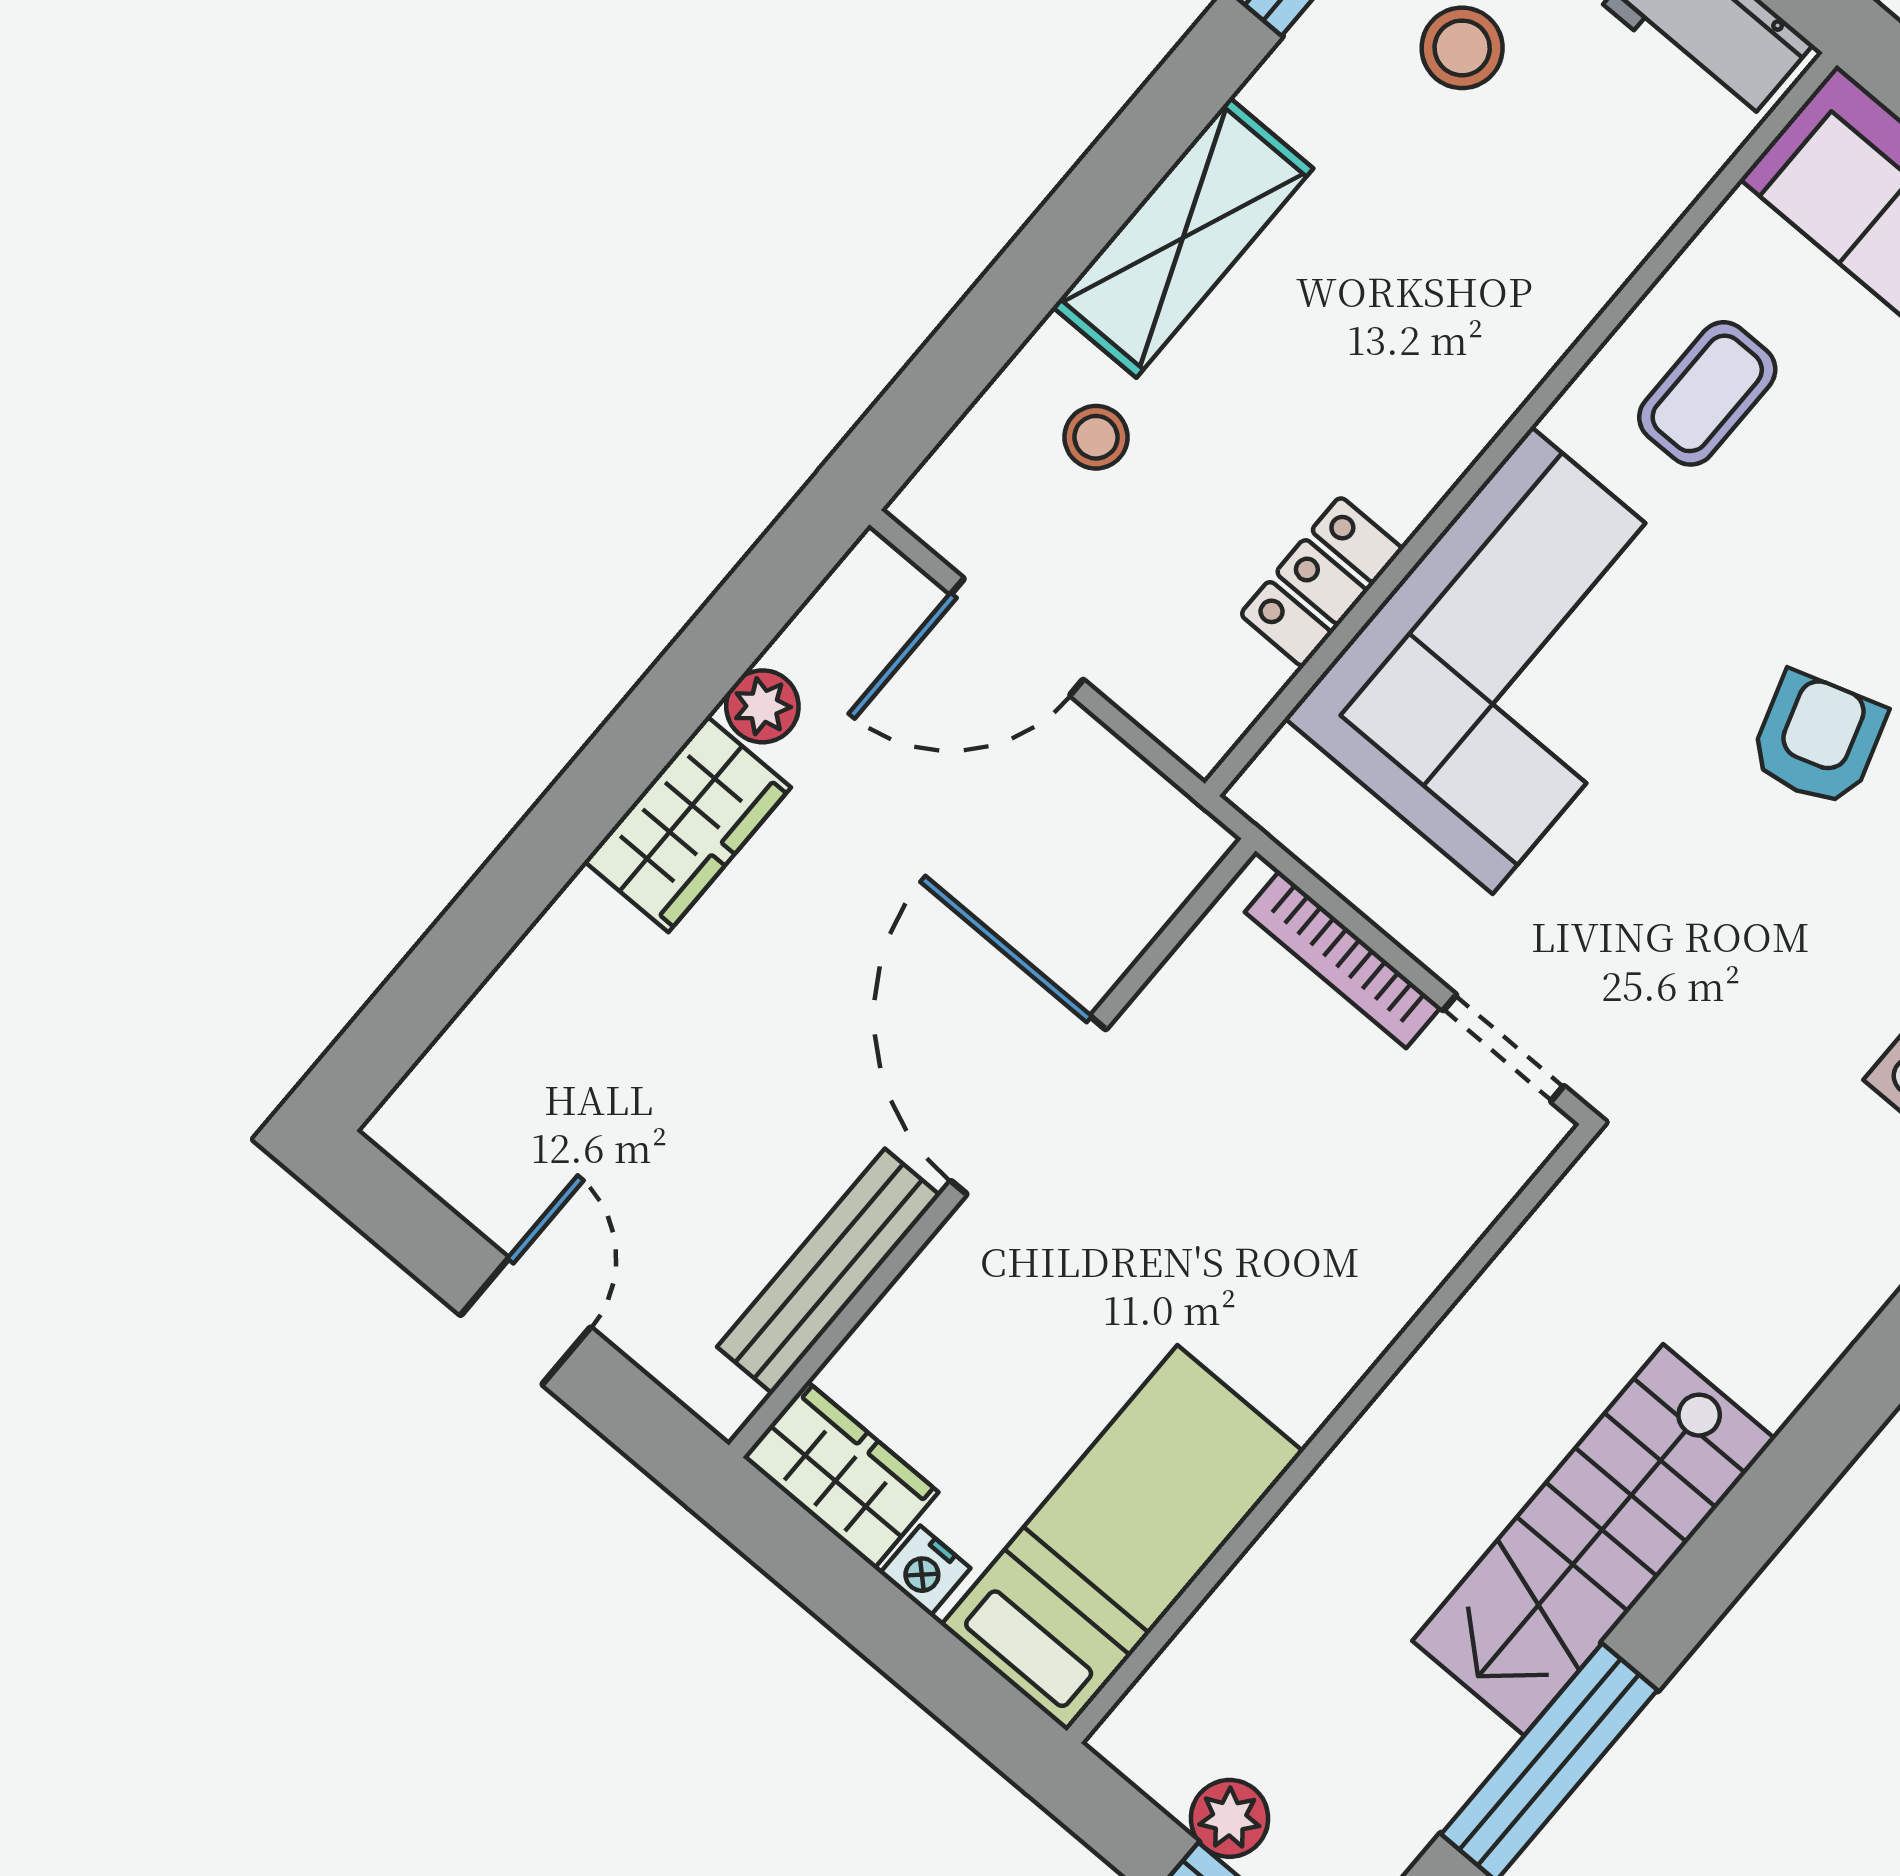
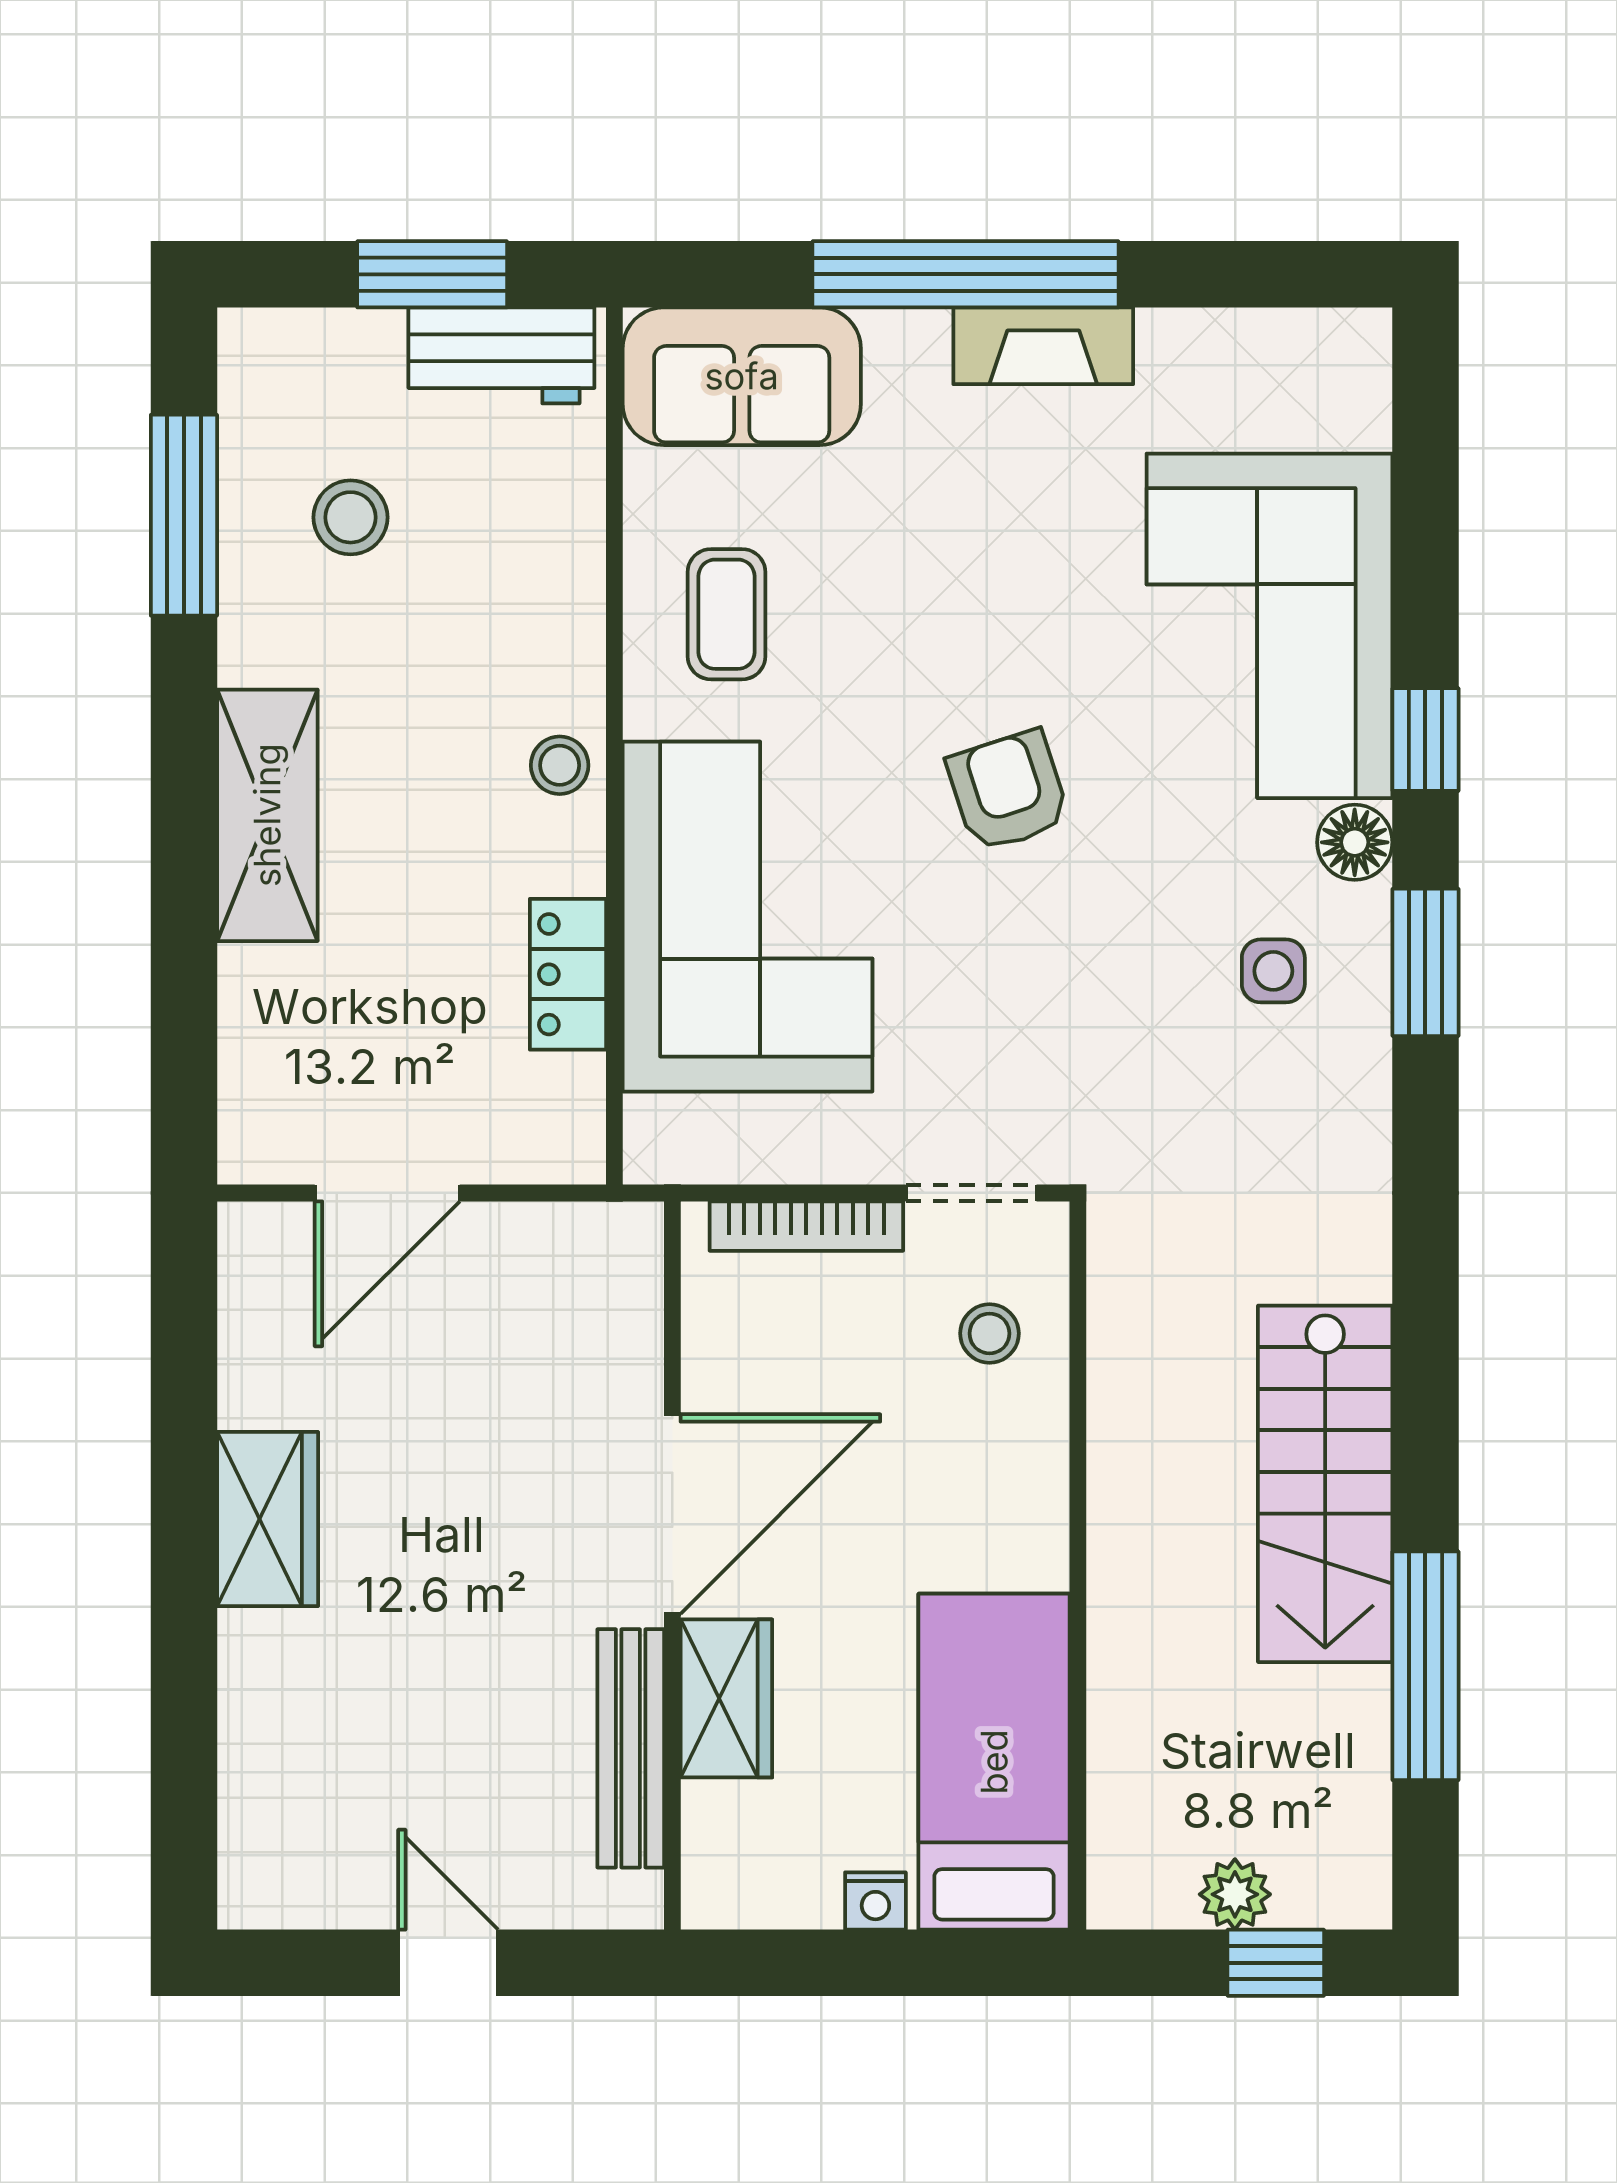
stool: (1096, 437) -> (560, 765), moved
plant: (762, 706) -> (250, 1392), removed
door: (1028, 1105) -> (672, 1514), swing flipped
stool: (1420, 1178) -> (989, 1333), added
wardrobe: (841, 1475) -> (726, 1698), moved, turned 90

